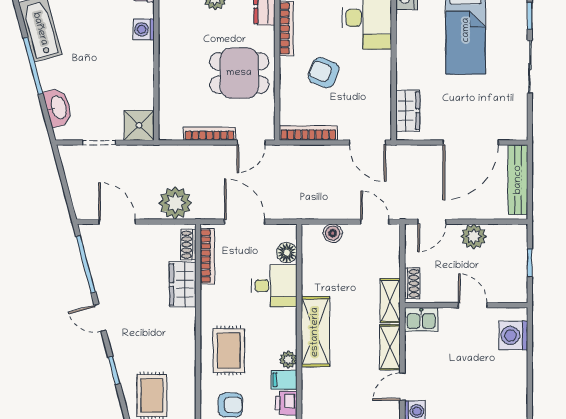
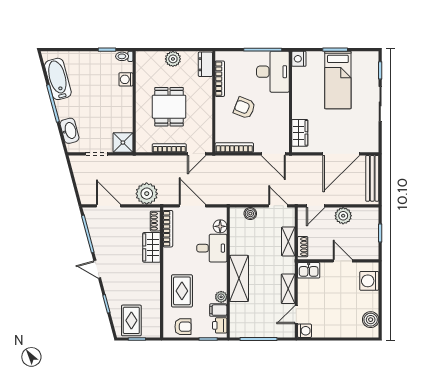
dining table: (239, 73) -> (169, 107), moved, turned 90
shelving: (390, 301) -> (288, 241), moved
boiler: (515, 394) -> (371, 320), added

